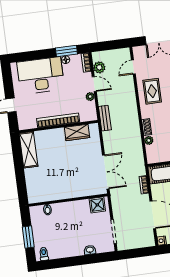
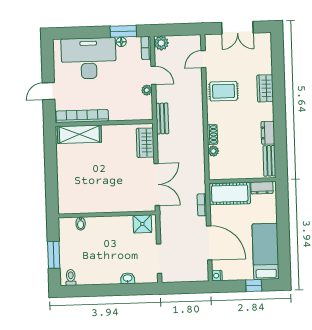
plant: (99, 67) -> (161, 43), moved
rug: (152, 91) -> (224, 91), turned 90
bookcase: (58, 120) -> (82, 116), moved
wardrobe: (77, 132) -> (145, 143), moved, turned 90
shelving: (29, 150) -> (79, 134), moved, turned 90

